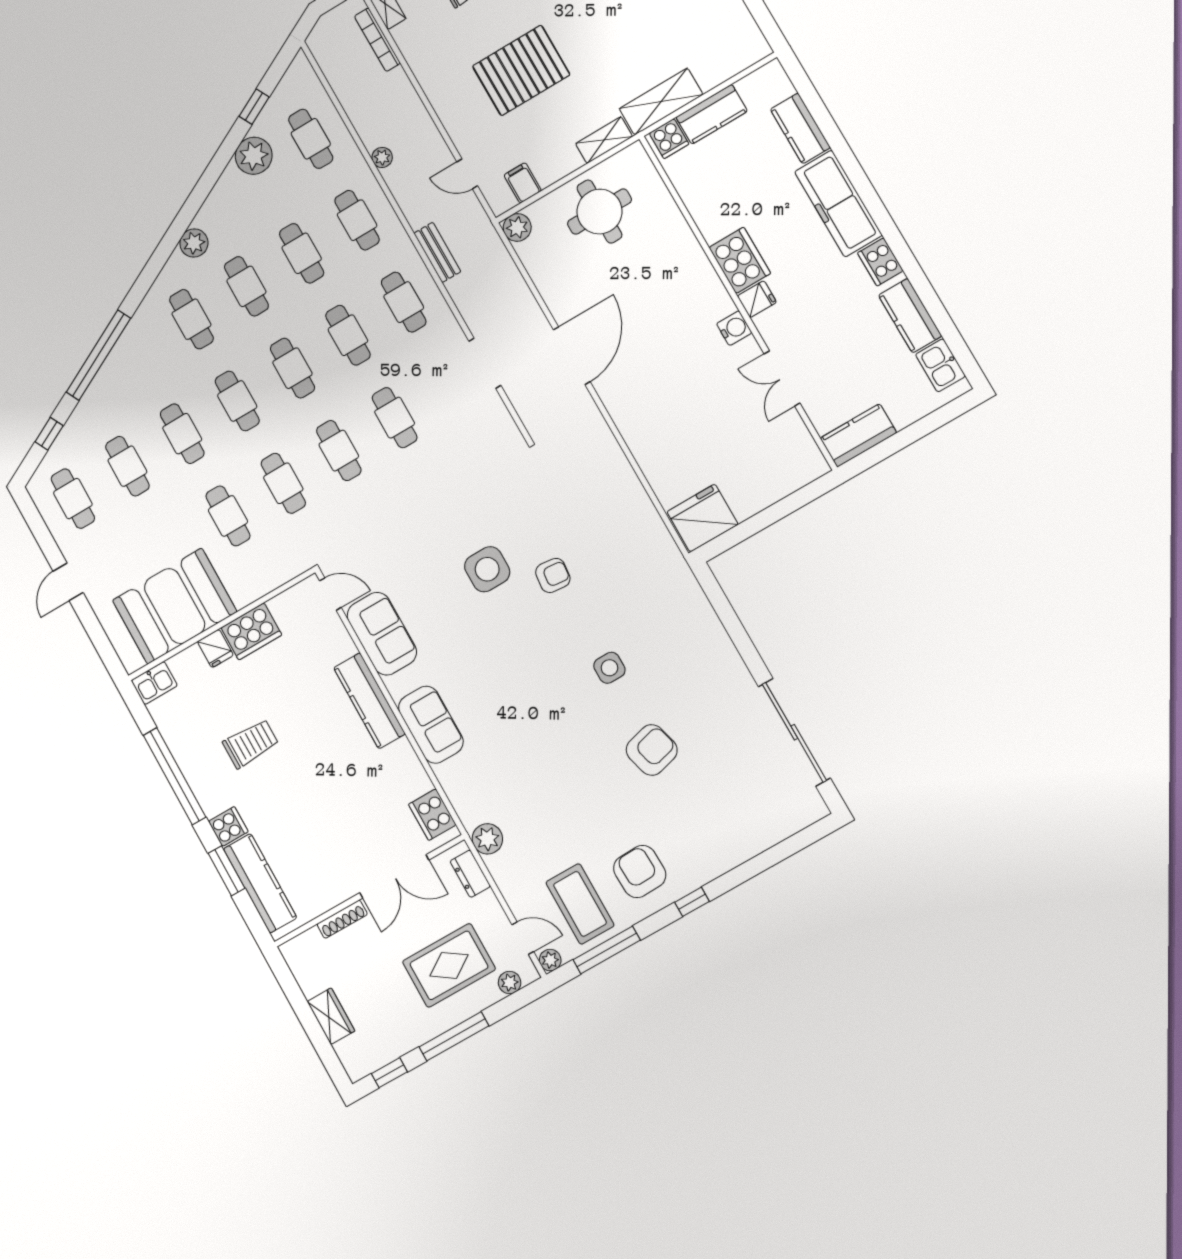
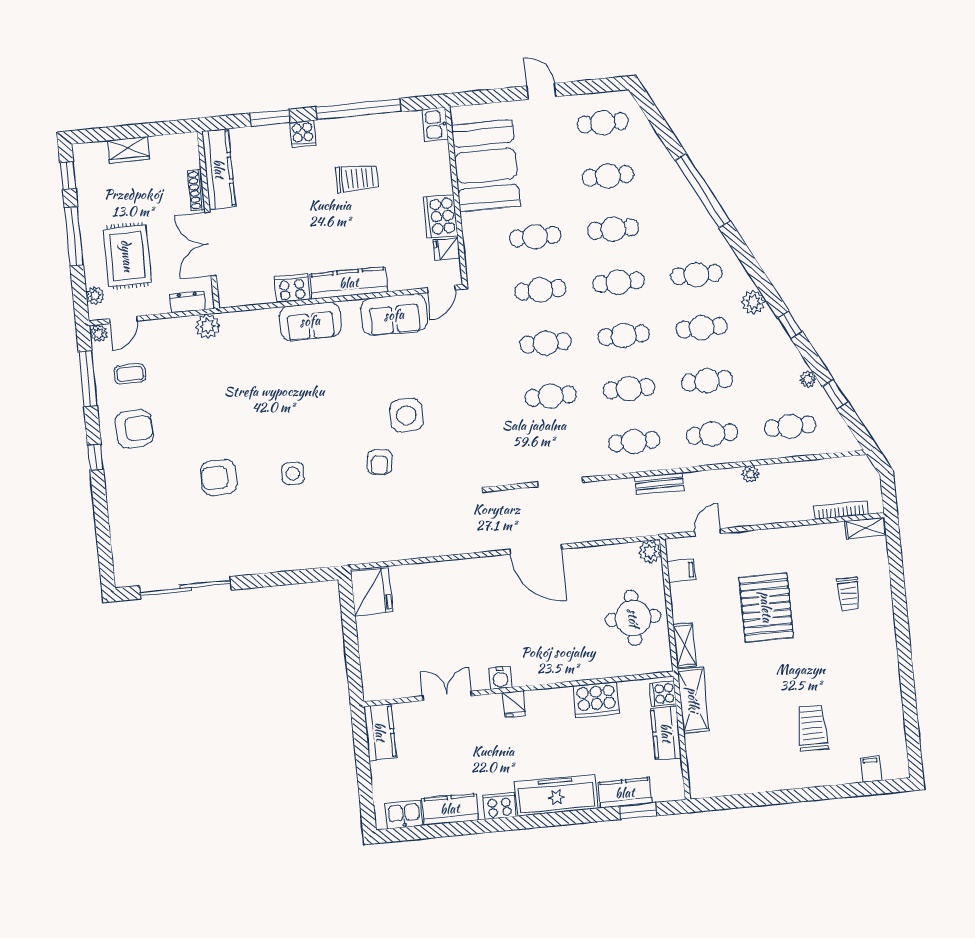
window: (814, 104) -> (638, 811), added
plant: (254, 156) -> (808, 379), width x0.53, depth x0.53
cooker: (740, 260) -> (596, 700), moved
window: (49, 434) -> (790, 325), moved
fridge: (215, 648) -> (446, 249), moved
trolley: (251, 744) -> (357, 178), turned -90
armchair: (652, 750) -> (219, 478), turned 105
cooker: (432, 815) -> (292, 288), moved
kitchen counter: (260, 883) -> (219, 169), moved, turned -90
coffee table: (580, 904) -> (130, 374), width x0.54, depth x0.58

